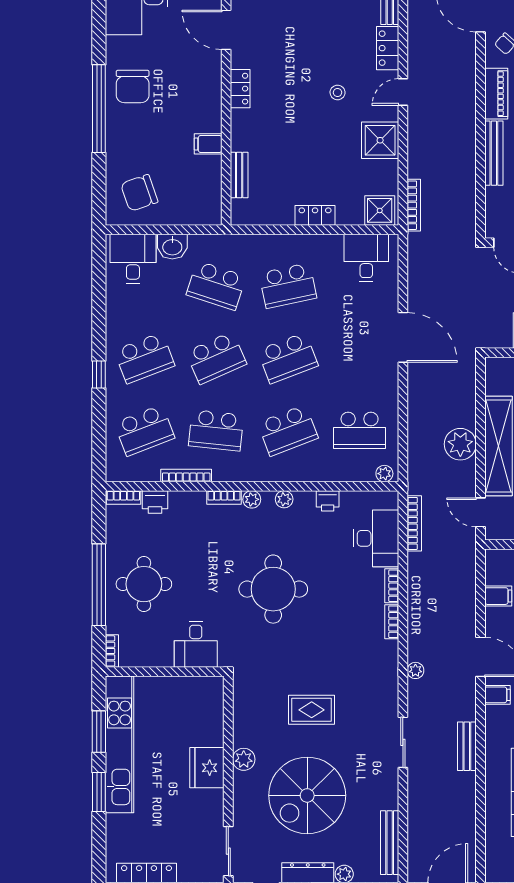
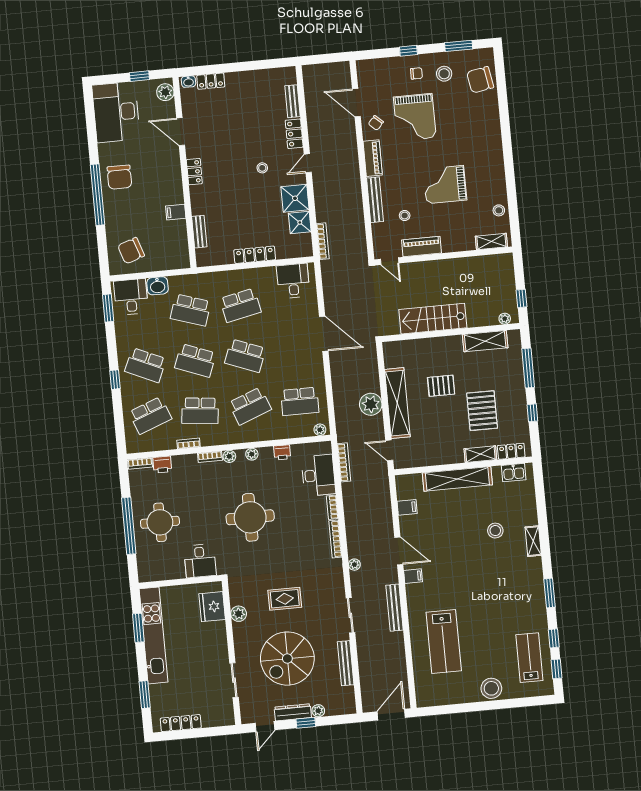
shower: (380, 210) -> (300, 222), moved
locker: (315, 215) -> (255, 255), width x1.53
window: (99, 272) -> (108, 308), added
school desk: (144, 358) -> (145, 365), turned 45
school desk: (216, 358) -> (195, 360), turned 45
school desk: (288, 358) -> (245, 356), turned 42
bookcase: (186, 475) -> (189, 443), width x0.64
bookcase: (392, 622) -> (335, 539), width x1.56
bookcase: (112, 651) -> (142, 571), removed
bench: (467, 746) -> (395, 608), width x1.36
plant: (244, 759) -> (239, 614), moved
fridge: (207, 768) -> (212, 607), moved
window: (99, 792) -> (145, 695), moved
bench: (390, 843) -> (346, 663), moved
sliding door: (228, 851) -> (234, 680), moved

